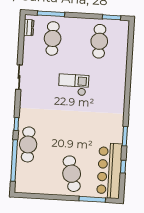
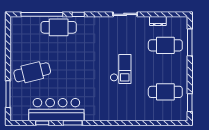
dresser: (29, 28) -> (158, 21), moved
bar counter: (109, 171) -> (56, 110), moved

